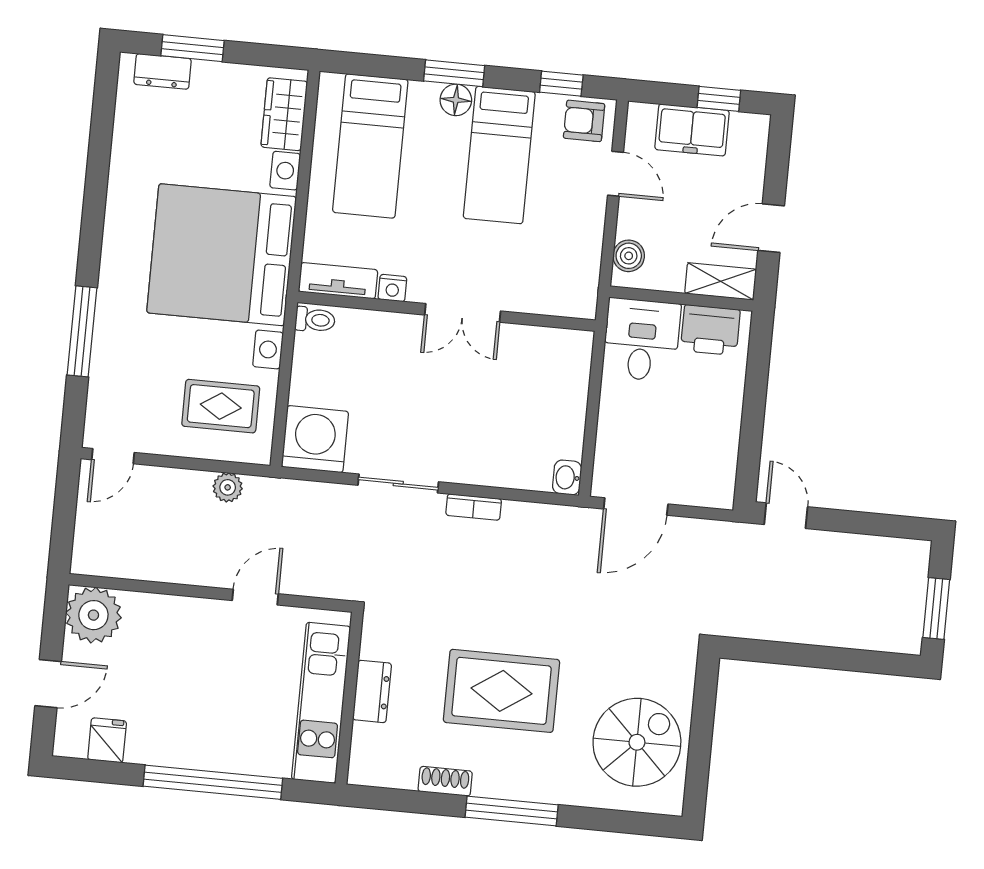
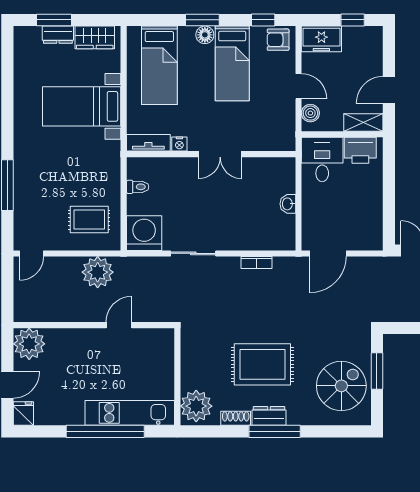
dresser: (163, 71) -> (58, 35), moved
wardrobe: (284, 114) -> (95, 37), moved, turned -90
freezer: (692, 130) -> (321, 39), moved
door: (615, 174) -> (298, 86), moved
bed with nightstands: (222, 255) -> (82, 106), width x0.54
toilet: (315, 320) -> (138, 187), moved
washbasin: (567, 477) -> (288, 204), moved
plant: (228, 487) -> (98, 272), width x1.88, depth x1.88
bookcase: (474, 507) -> (256, 263), moved
dresser: (372, 691) -> (269, 416), moved, turned -90
kitchen unit: (321, 703) -> (130, 413), moved, turned 90
window: (702, 722) -> (377, 371), added
fridge: (107, 740) -> (23, 413), moved
plant: (377, 753) -> (196, 406), added

